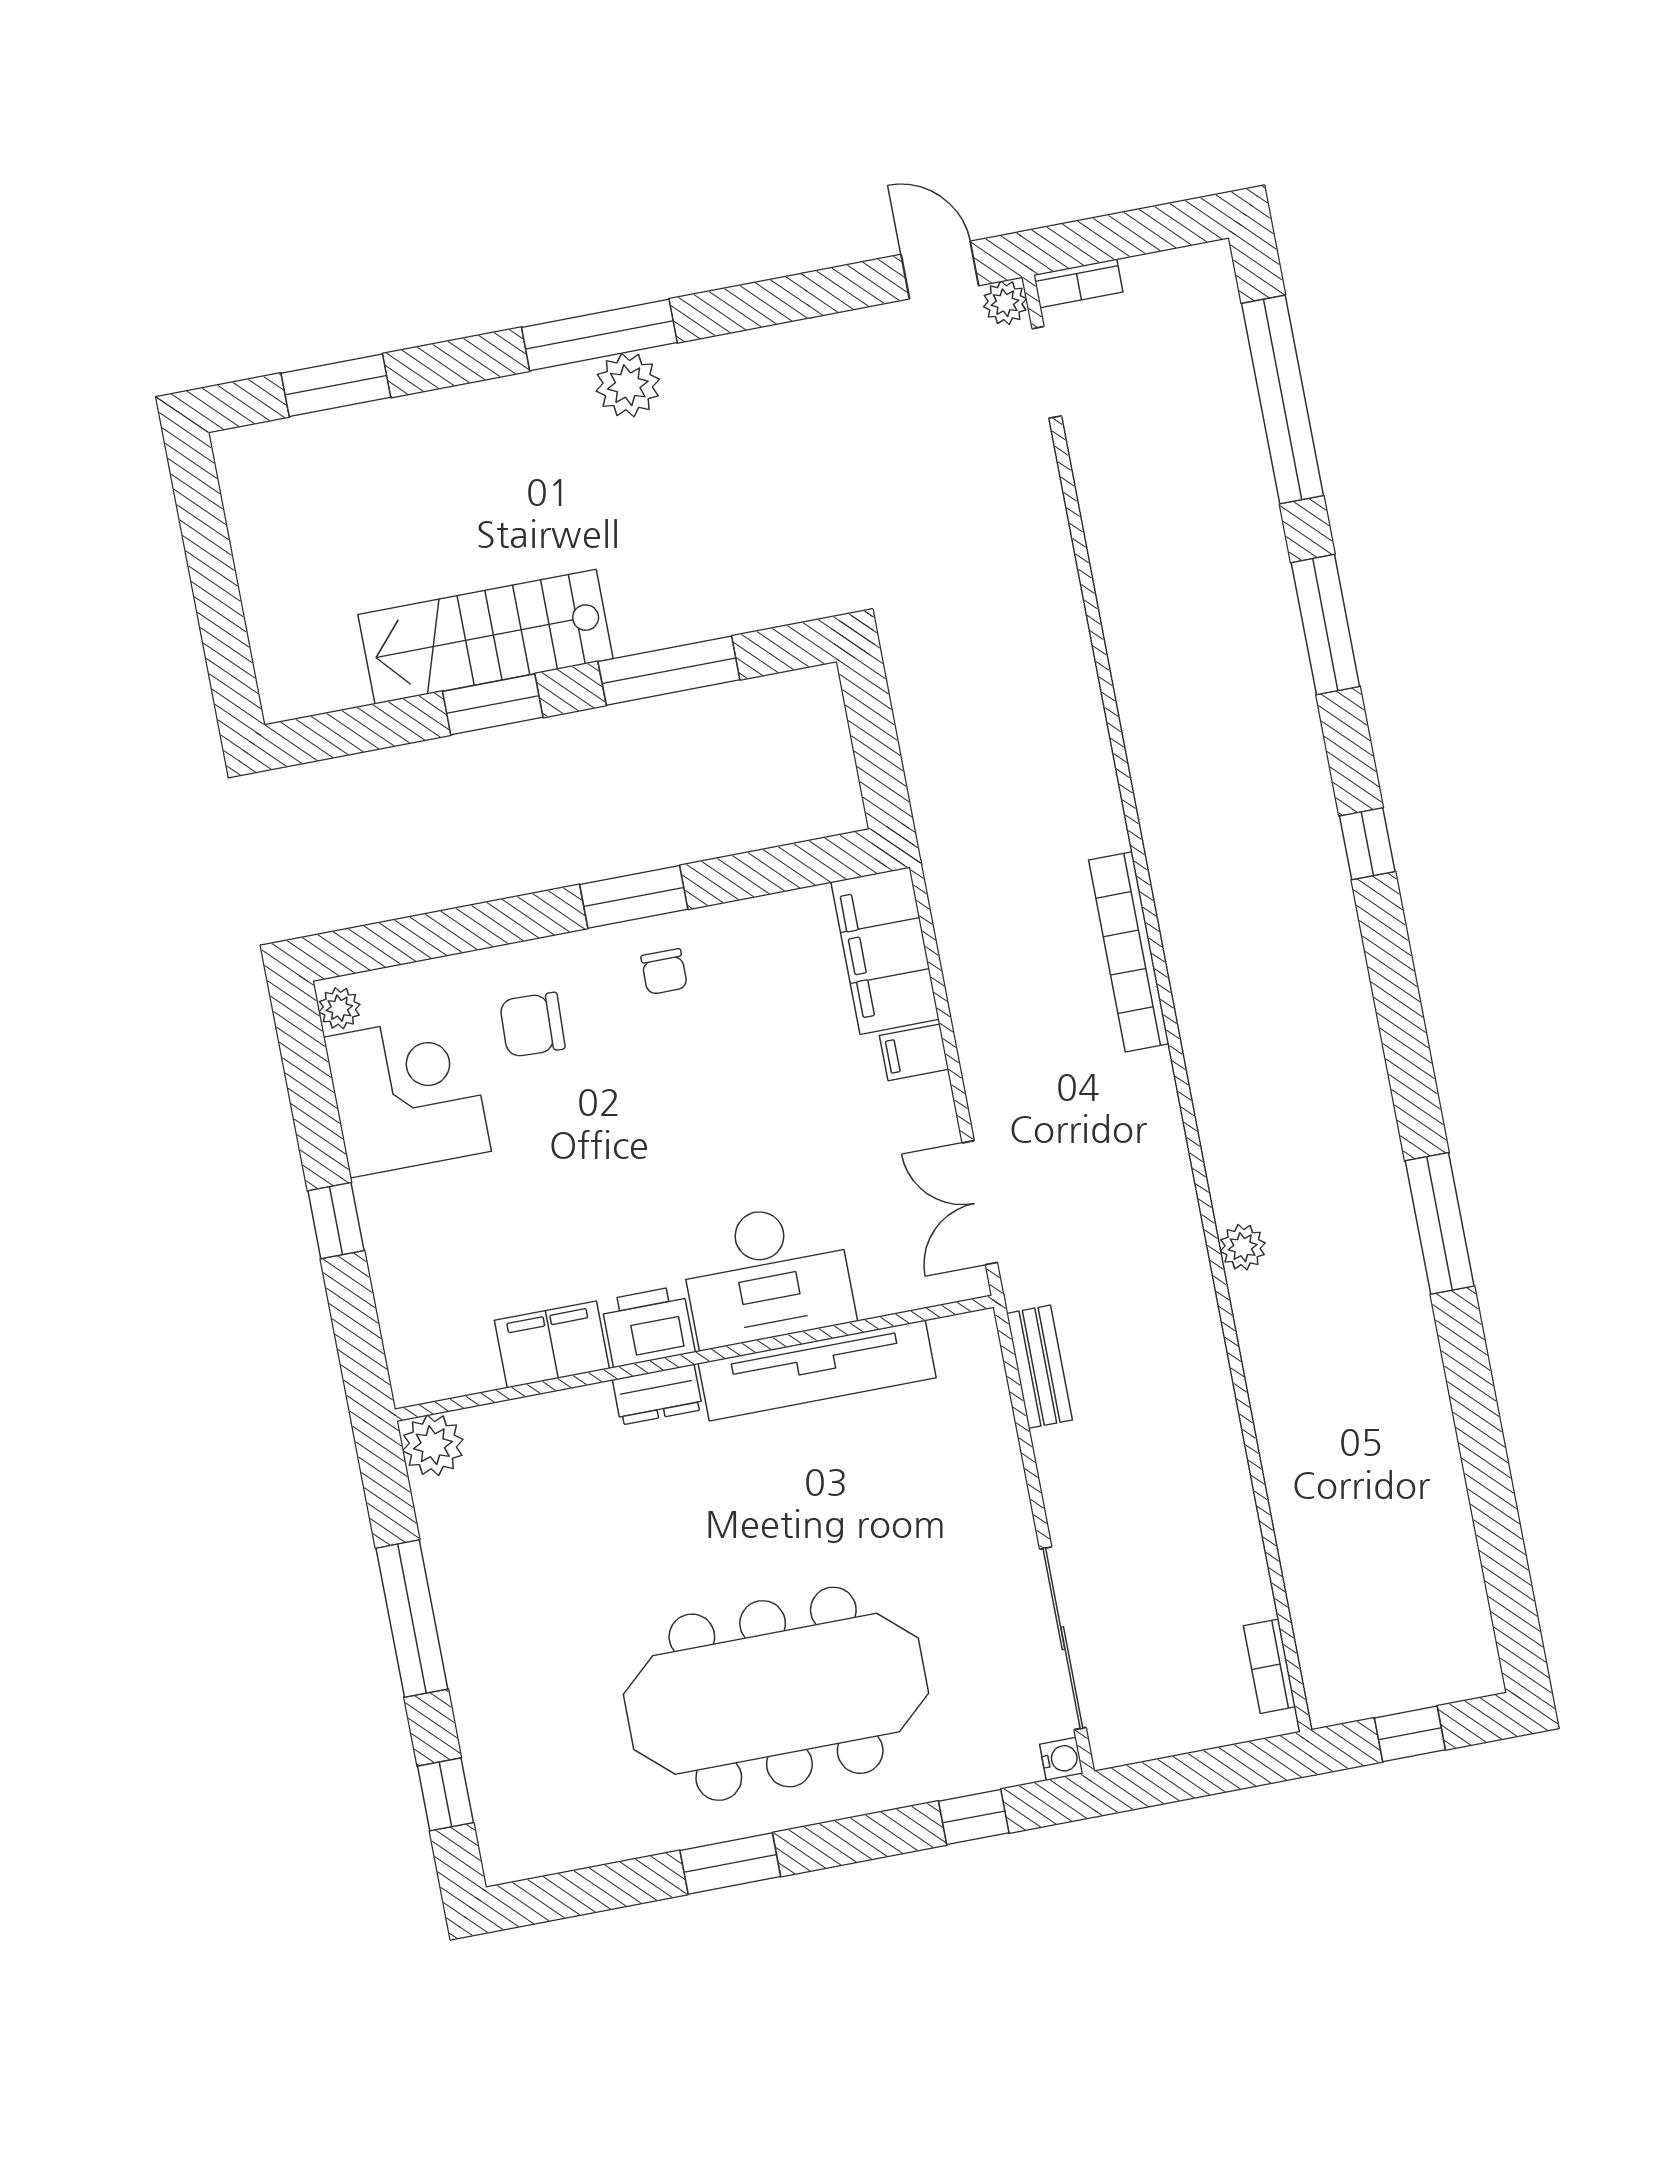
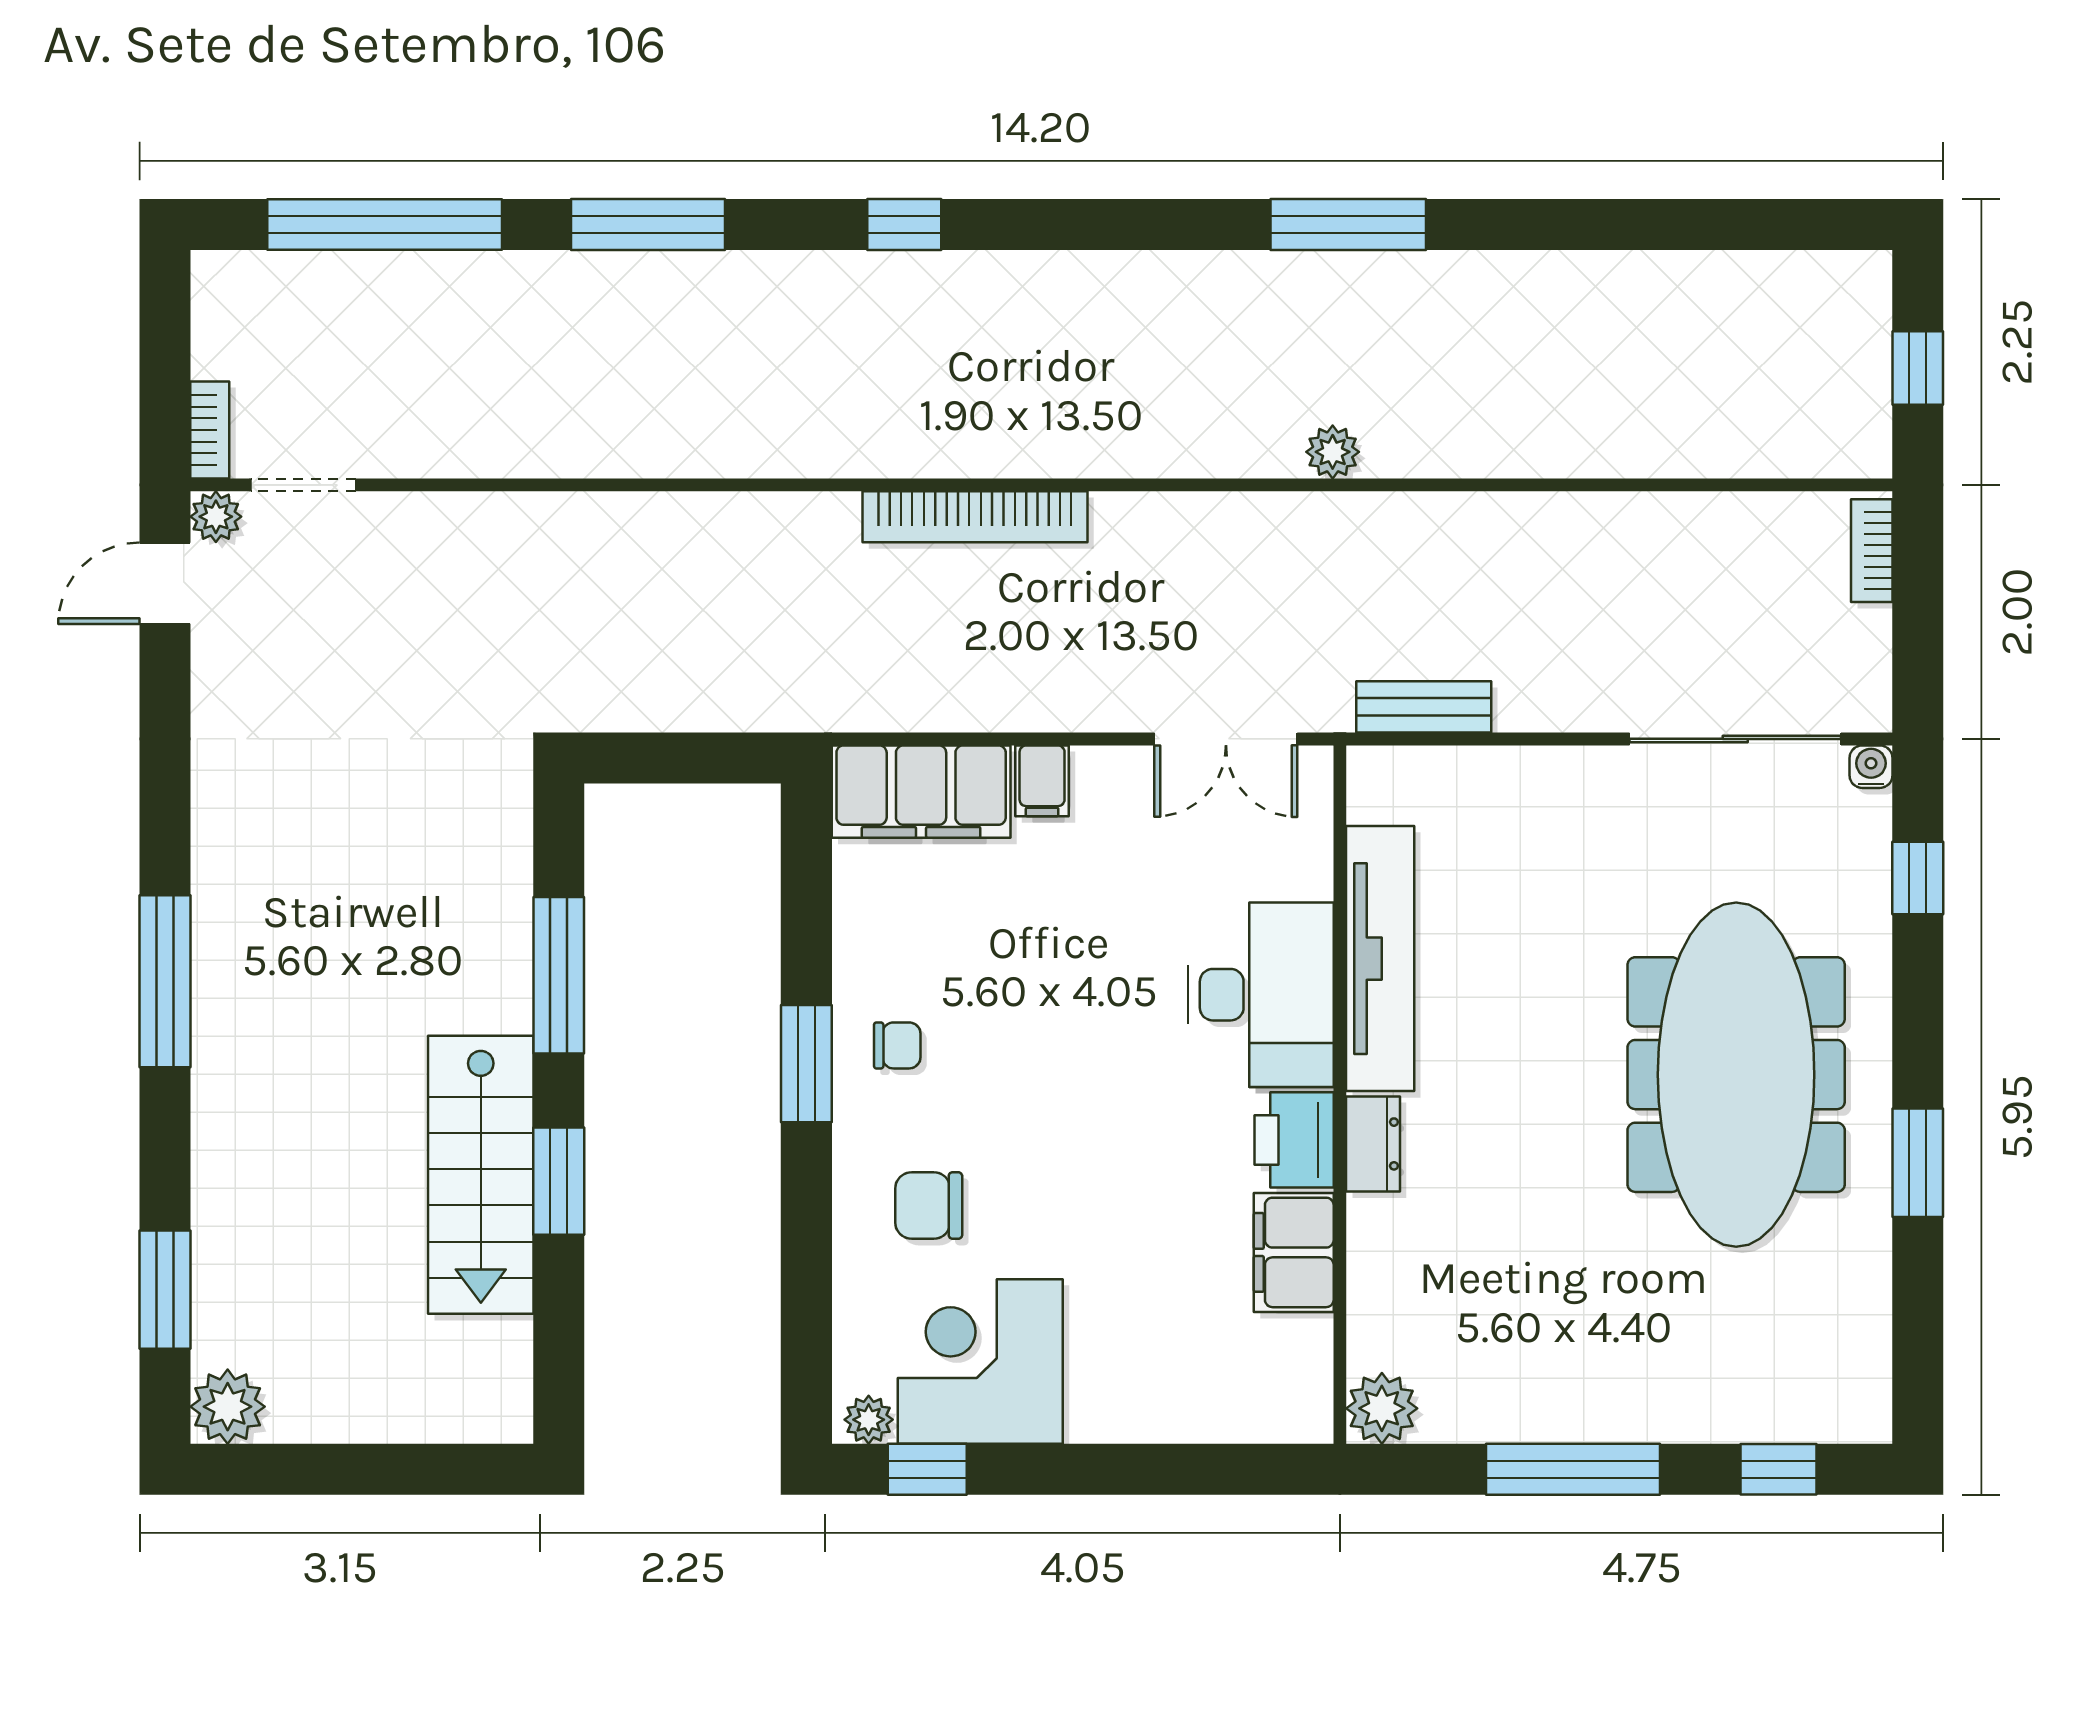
plant: (628, 385) -> (228, 1407), moved
chair: (532, 1025) -> (929, 1206), turned 88
window: (336, 1221) -> (927, 1469), moved
bookcase: (1269, 1666) -> (1872, 551), moved, turned 90

